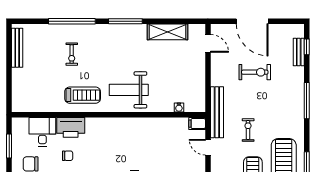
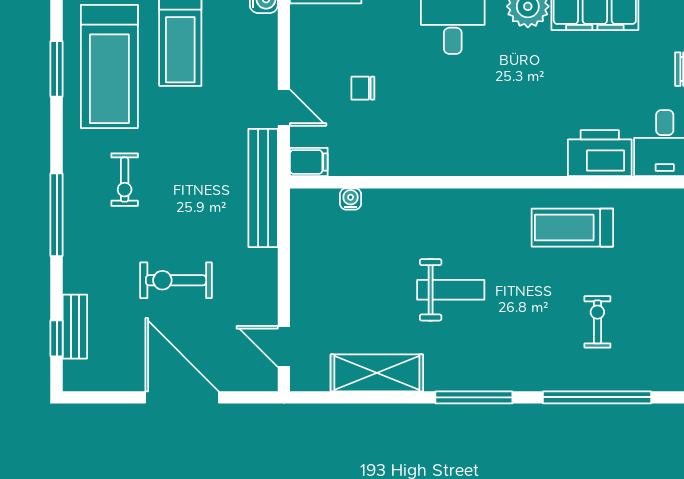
weight bench: (129, 90) -> (451, 290), moved, width x0.73, depth x0.75
exercise bike: (248, 130) -> (125, 180), moved
chair: (68, 156) -> (363, 88), moved

